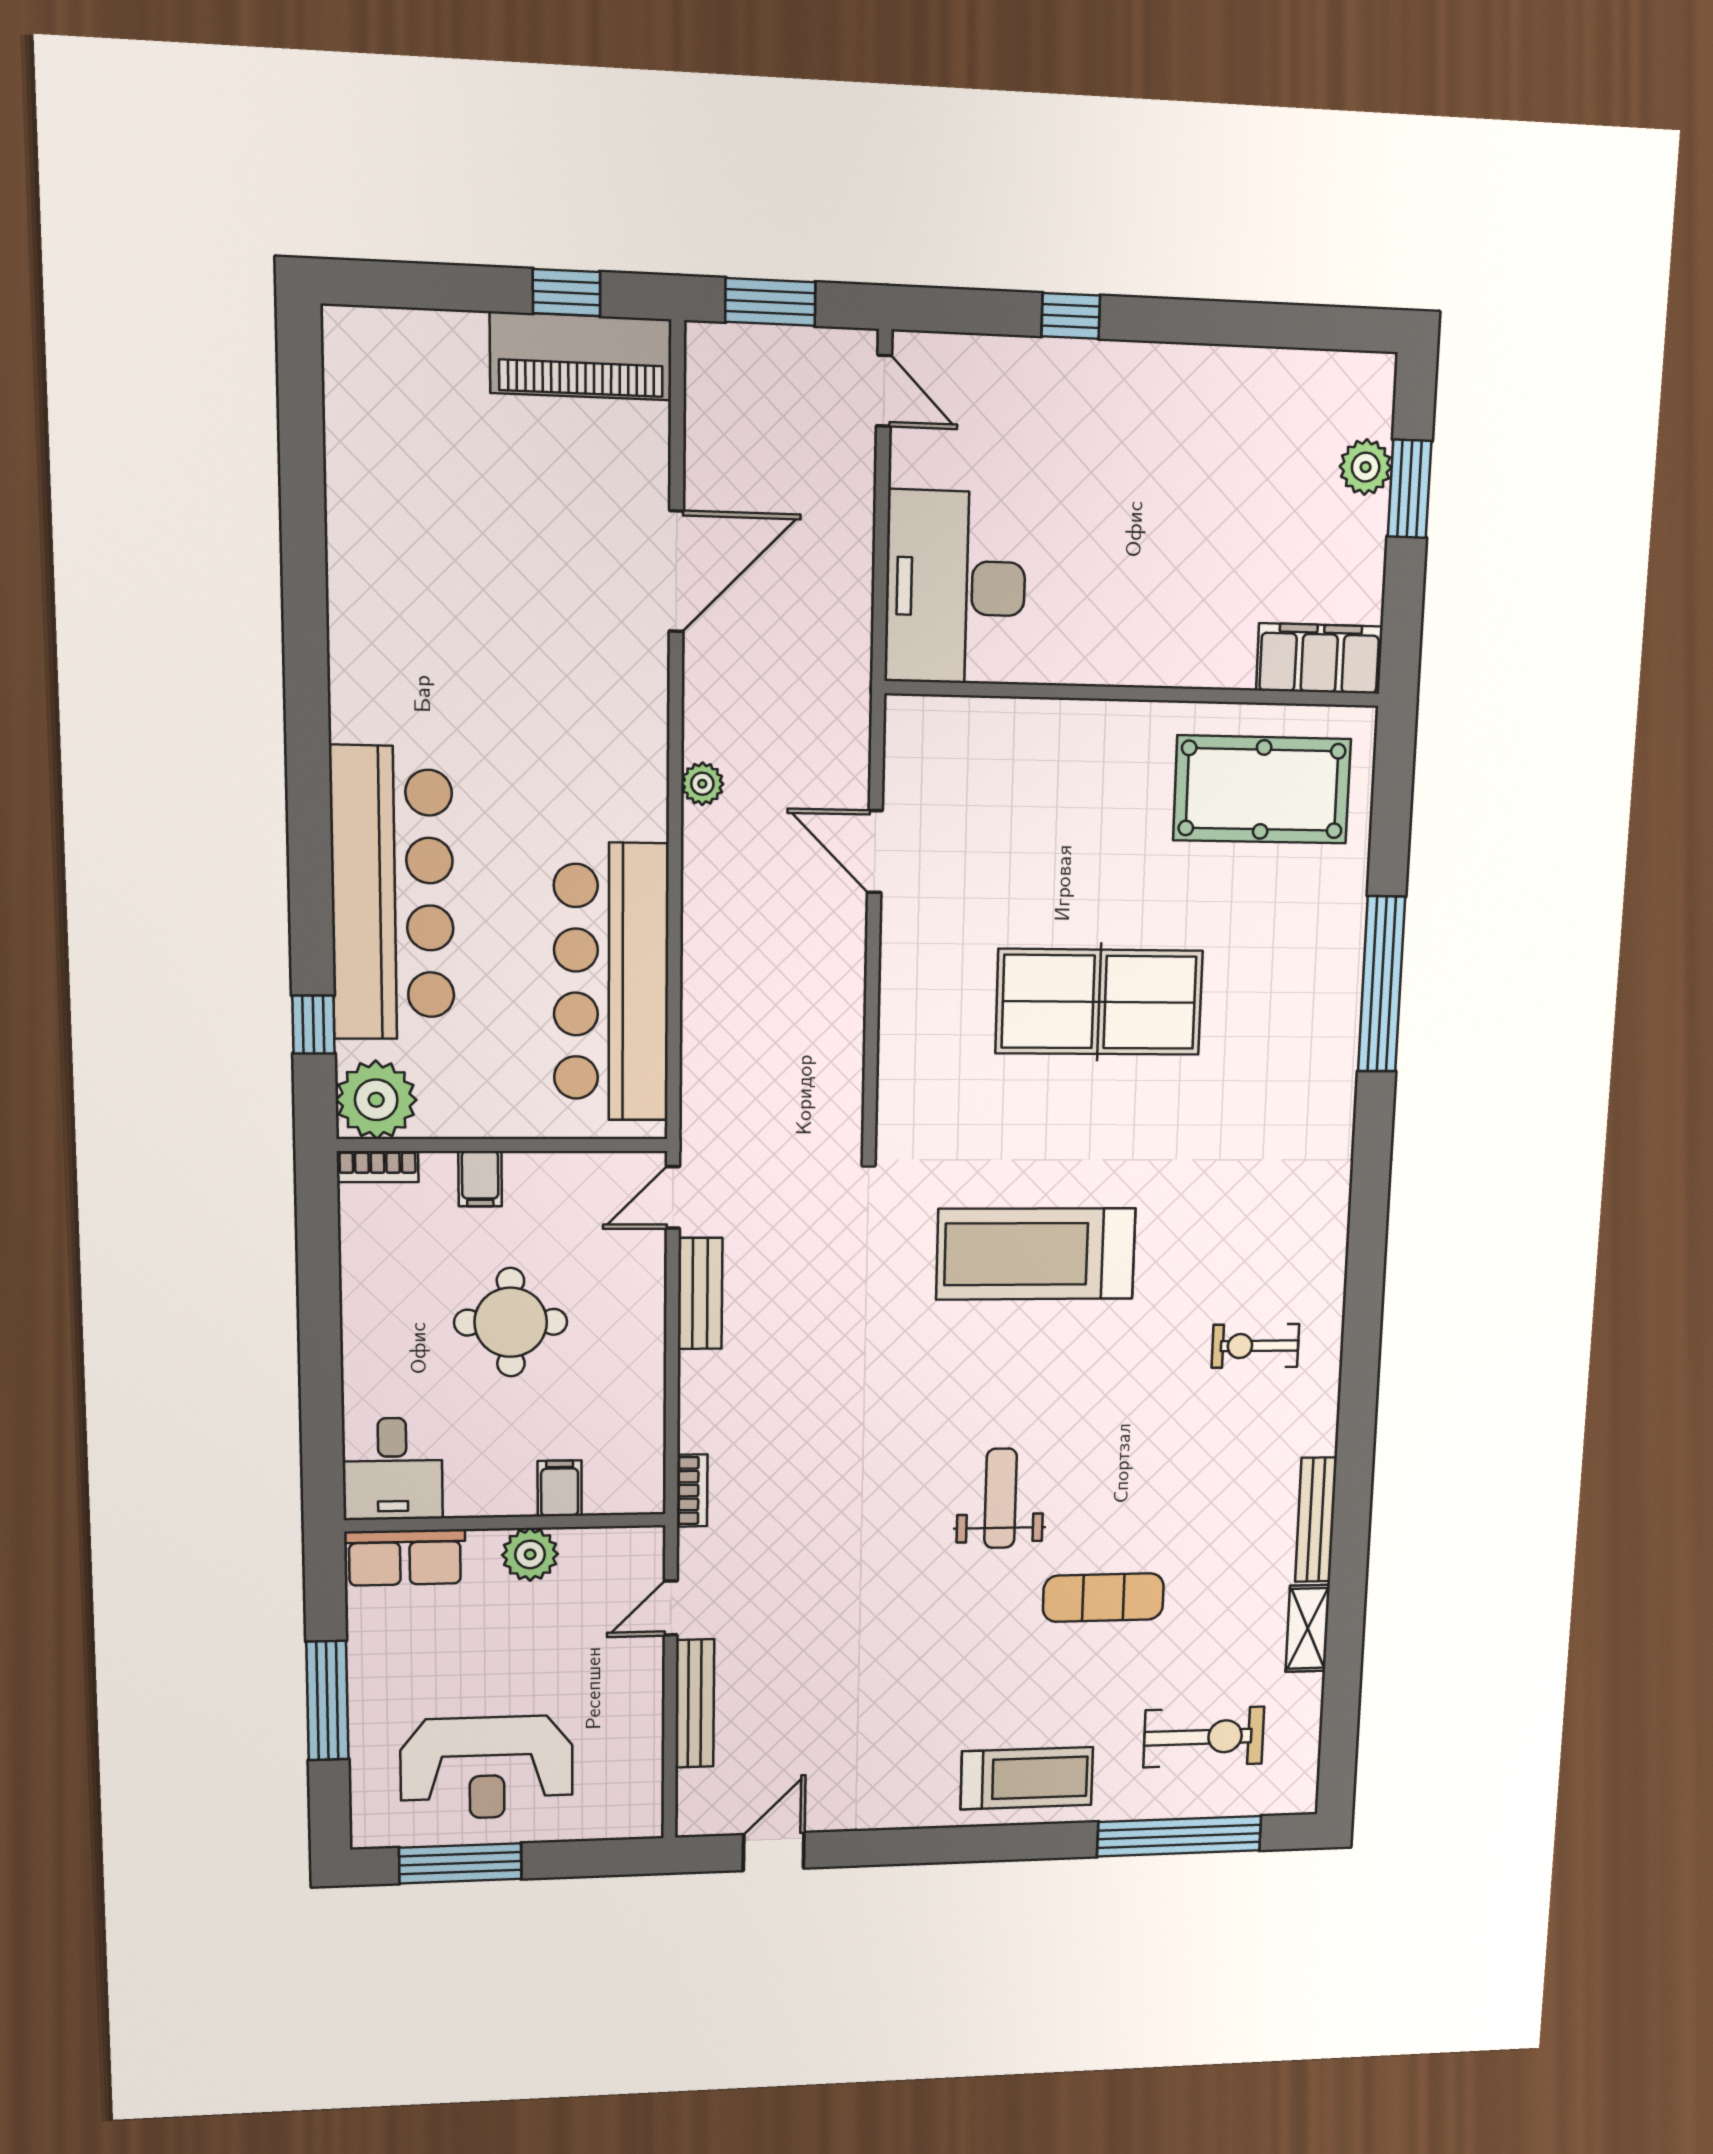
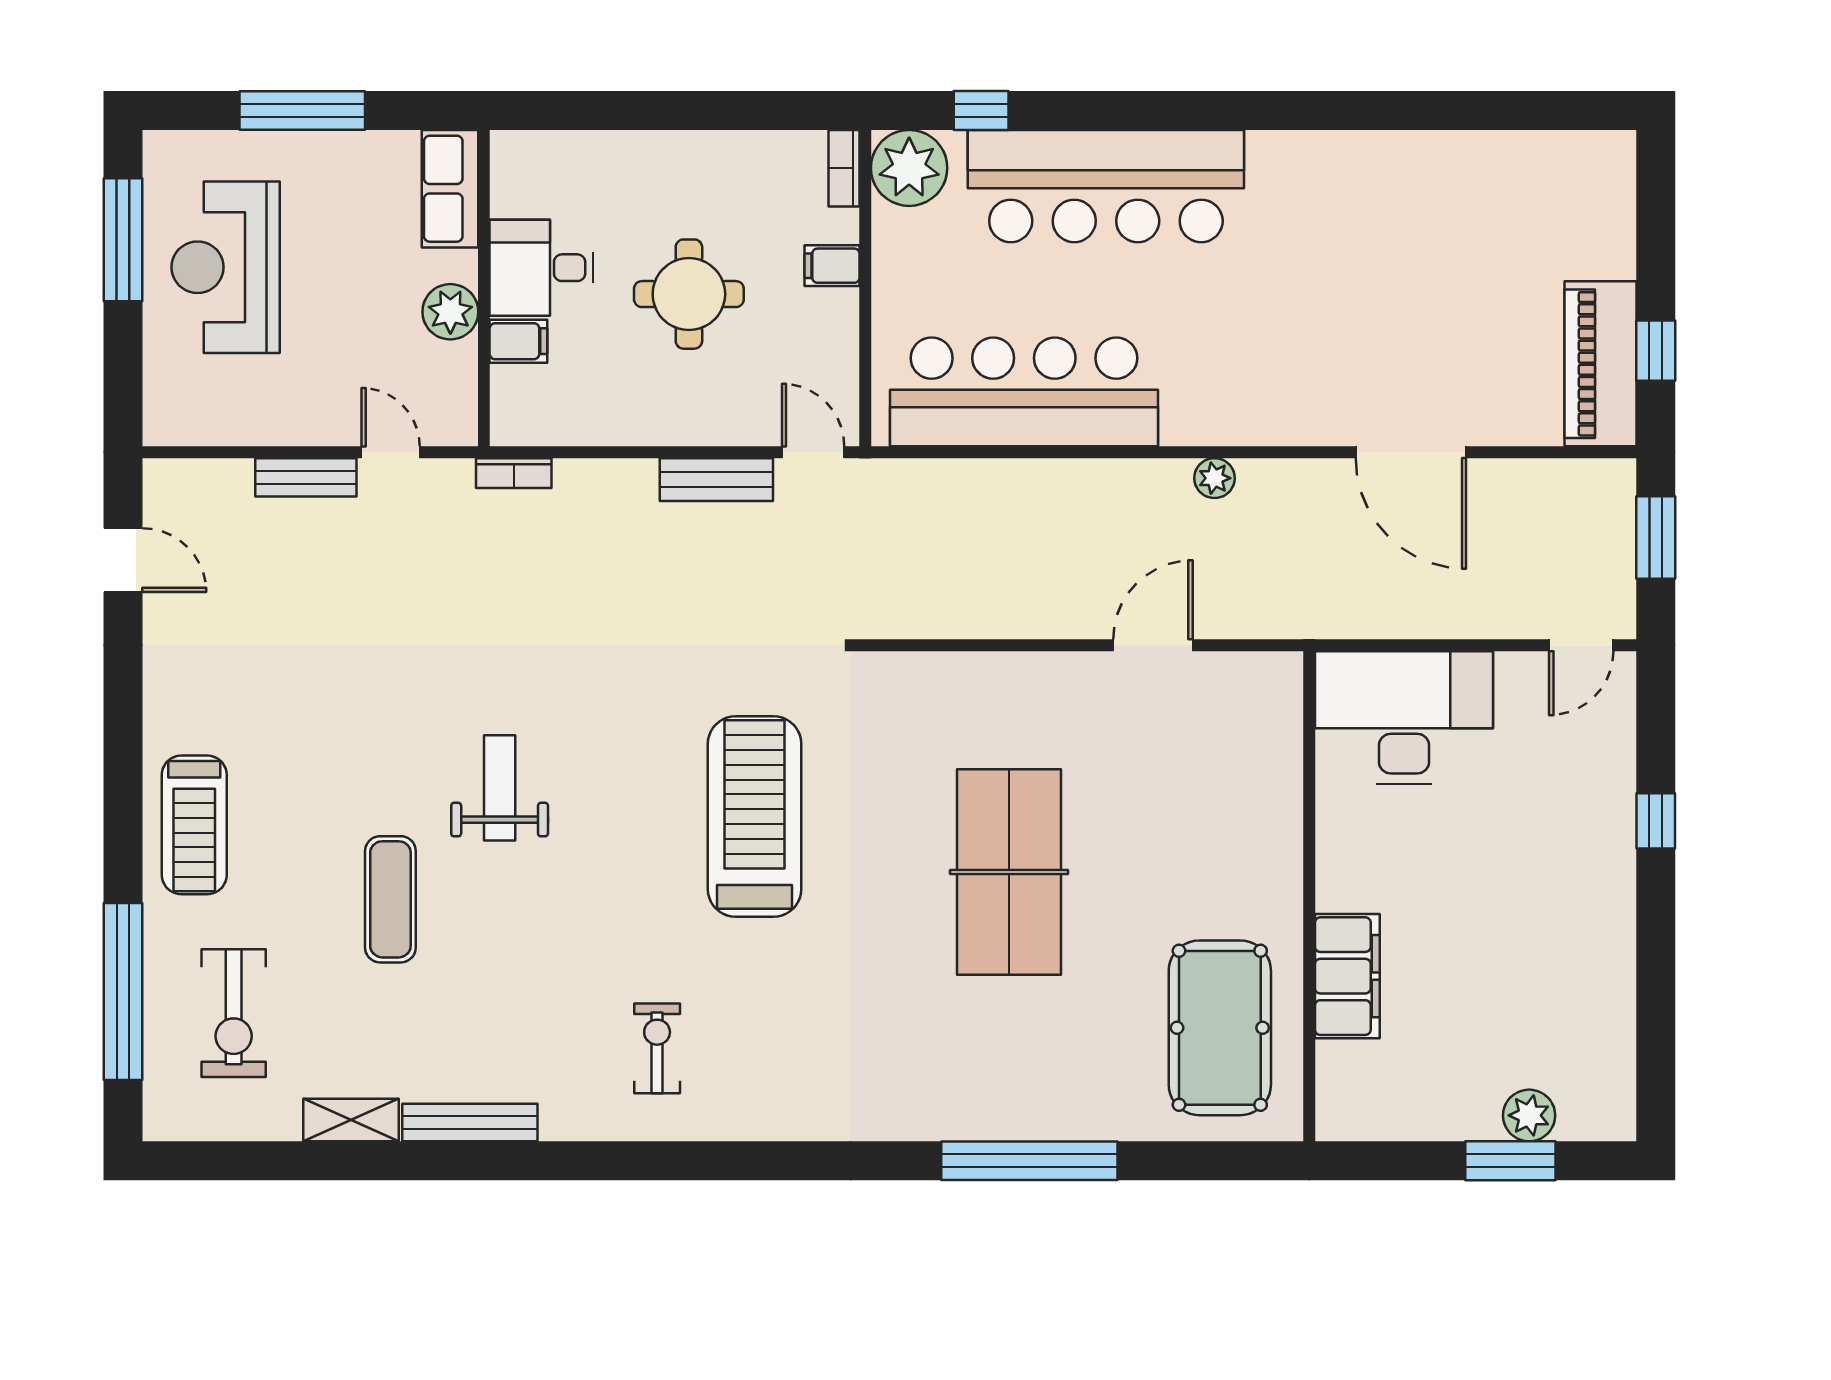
filing cabinet: (1319, 658) -> (1347, 976), moved
desk: (392, 1469) -> (542, 268), moved
weight bench: (1001, 1498) -> (500, 788), turned -90
bench: (695, 1704) -> (306, 477), width x0.73

